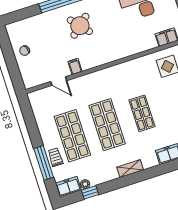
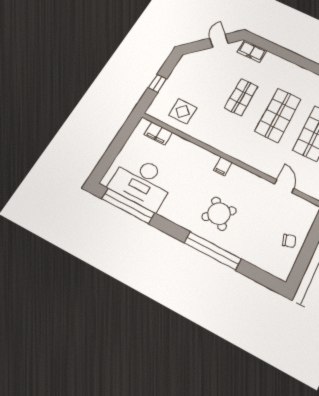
filing cabinet: (75, 67) -> (223, 166), moved
shelving: (130, 169) -> (293, 68), removed

